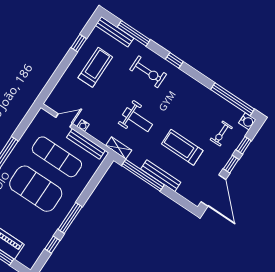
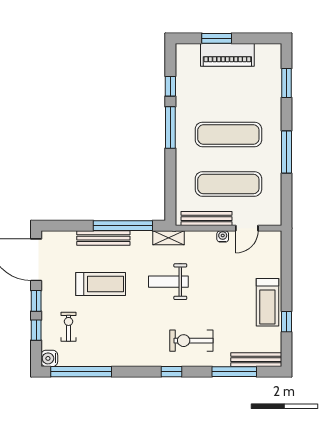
treadmill: (95, 67) -> (267, 302), moved
exercise mat: (36, 189) -> (228, 134), width x0.68

